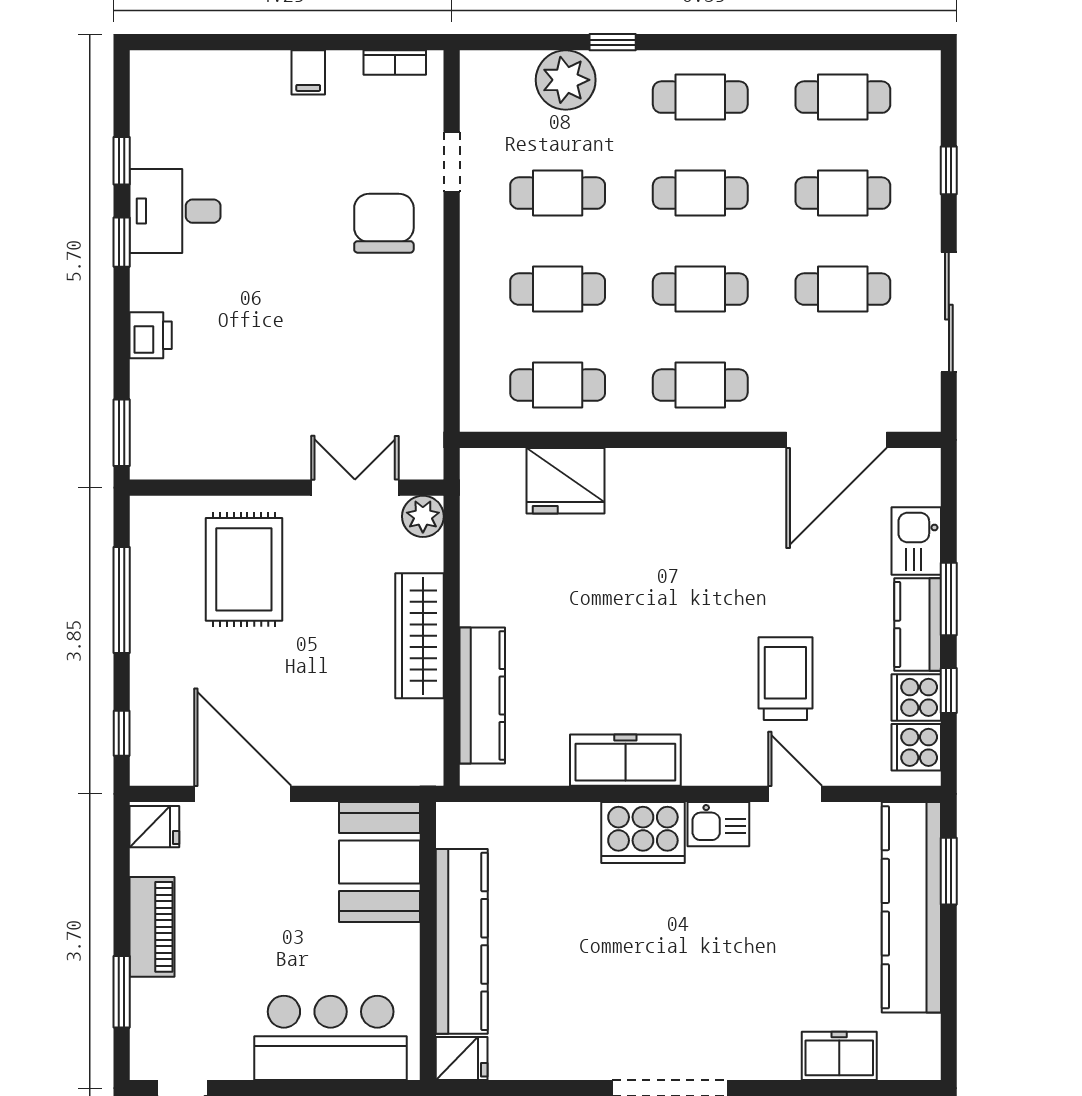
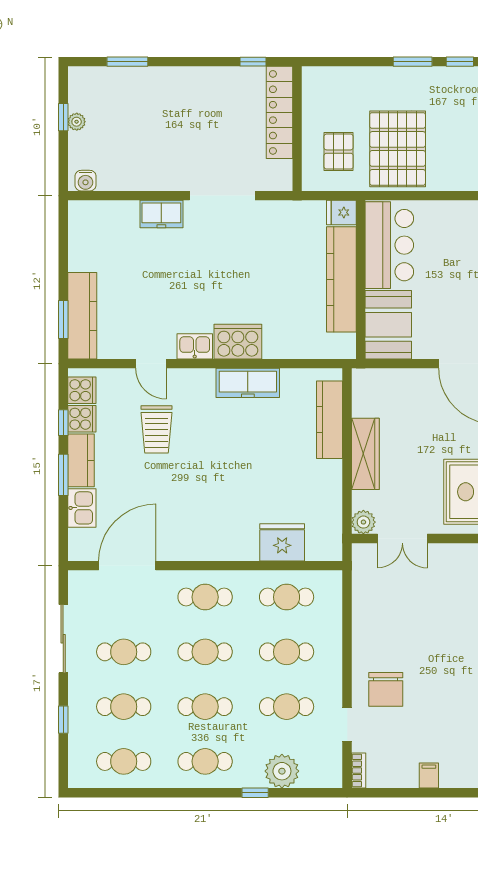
bookcase: (395, 63) -> (359, 770), moved, turned 90
kitchen counter: (911, 907) -> (82, 316), width x0.72, depth x0.86
bar counter: (331, 1038) -> (389, 245), moved, turned -90
freezer: (839, 1056) -> (161, 214), moved

